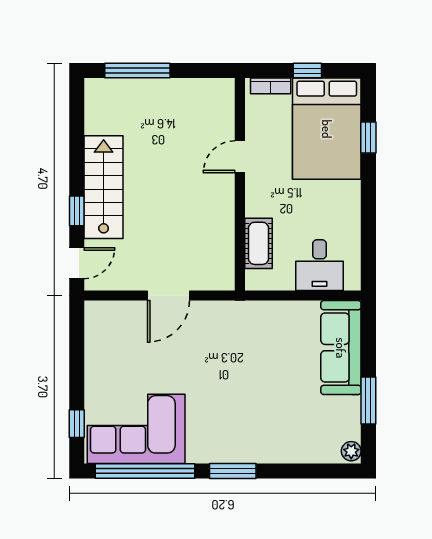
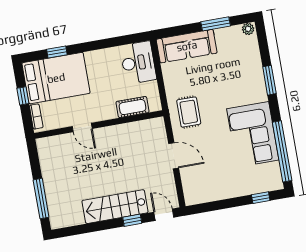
desk: (320, 265) -> (138, 63), width x1.37
rug: (235, 332) -> (189, 112), added
corner sofa: (136, 429) -> (253, 134), moved
window: (233, 471) -> (269, 80), moved

